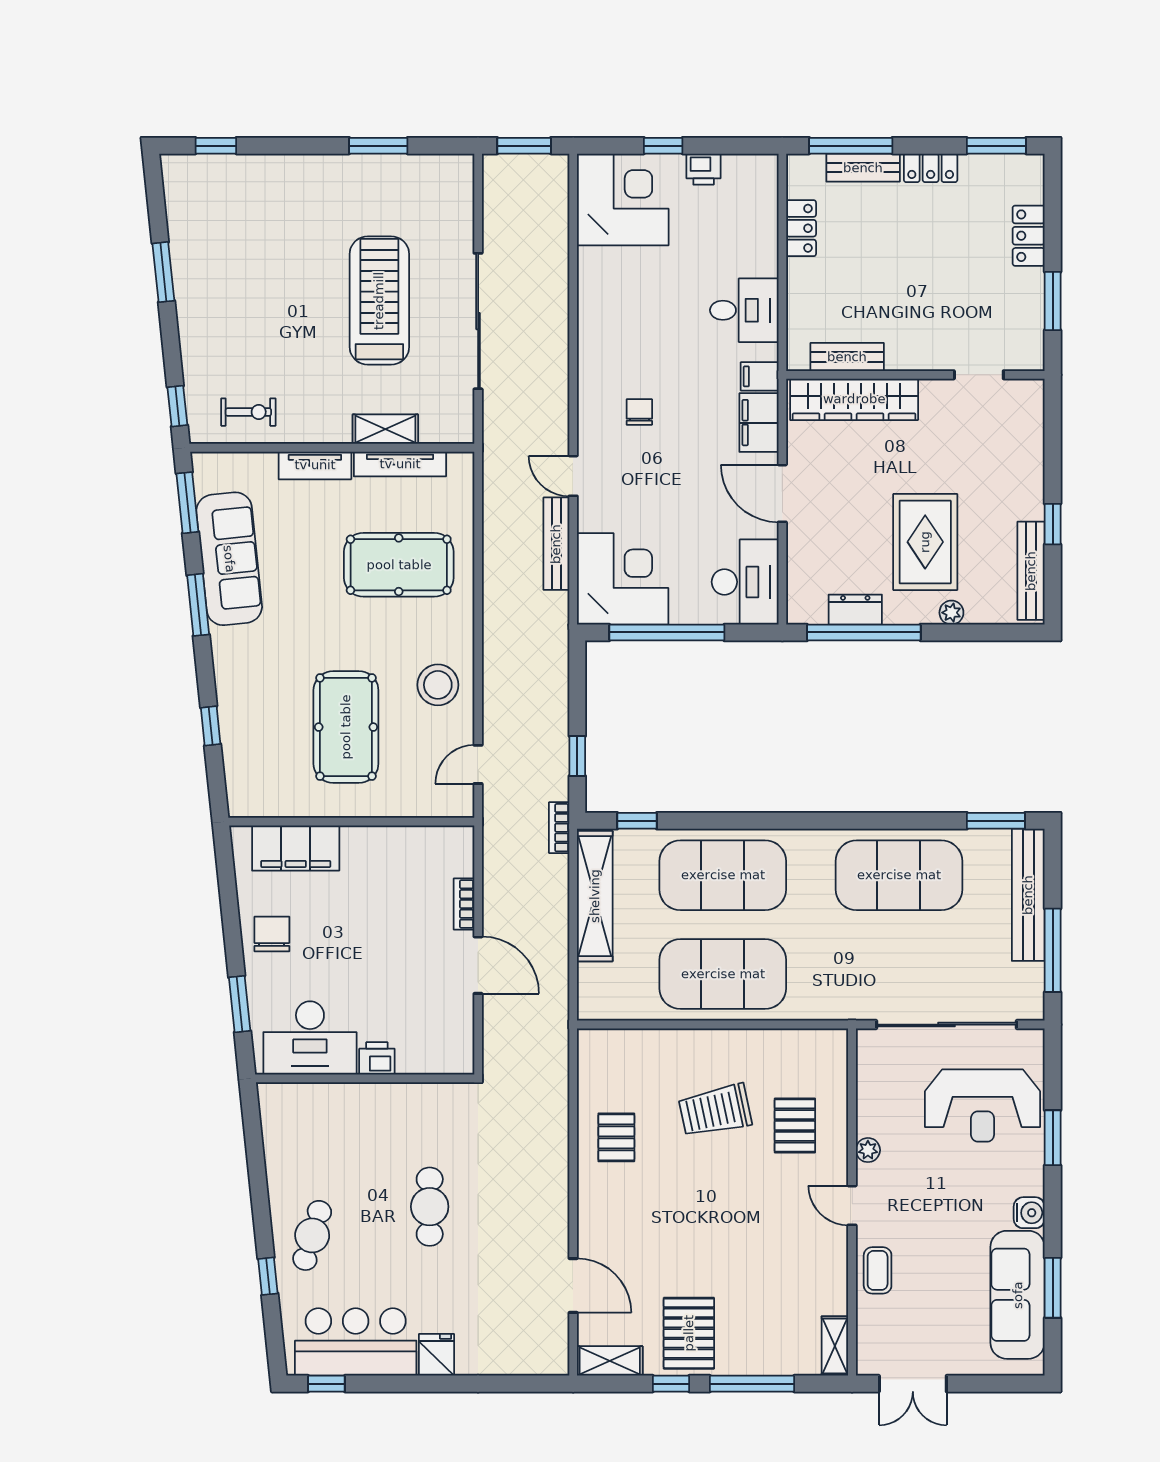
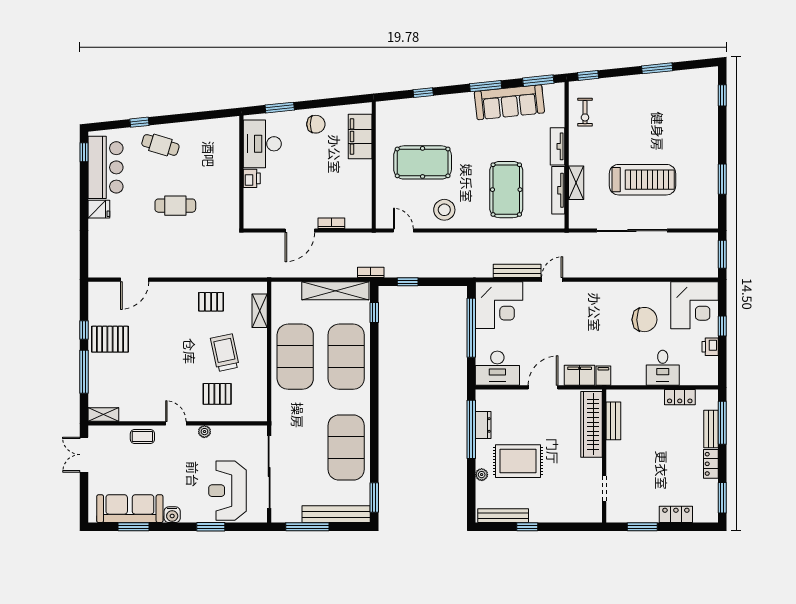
desk: (744, 310) -> (663, 368), moved
chair: (639, 412) -> (644, 320), moved, width x1.87, depth x1.87
door: (852, 1205) -> (176, 423), hinge flipped
shelving: (610, 1361) -> (260, 311), moved

